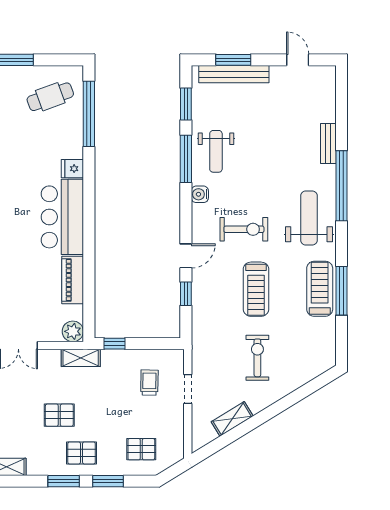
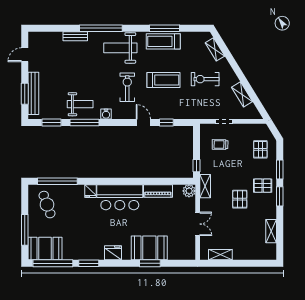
shelving: (306, 374) -> (215, 49), added
pallet: (82, 453) -> (263, 186), turned 90

